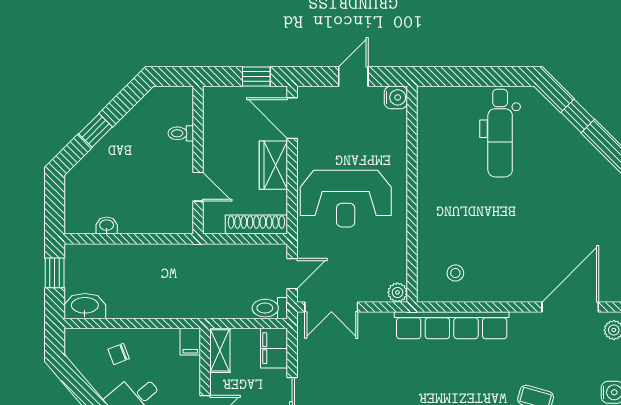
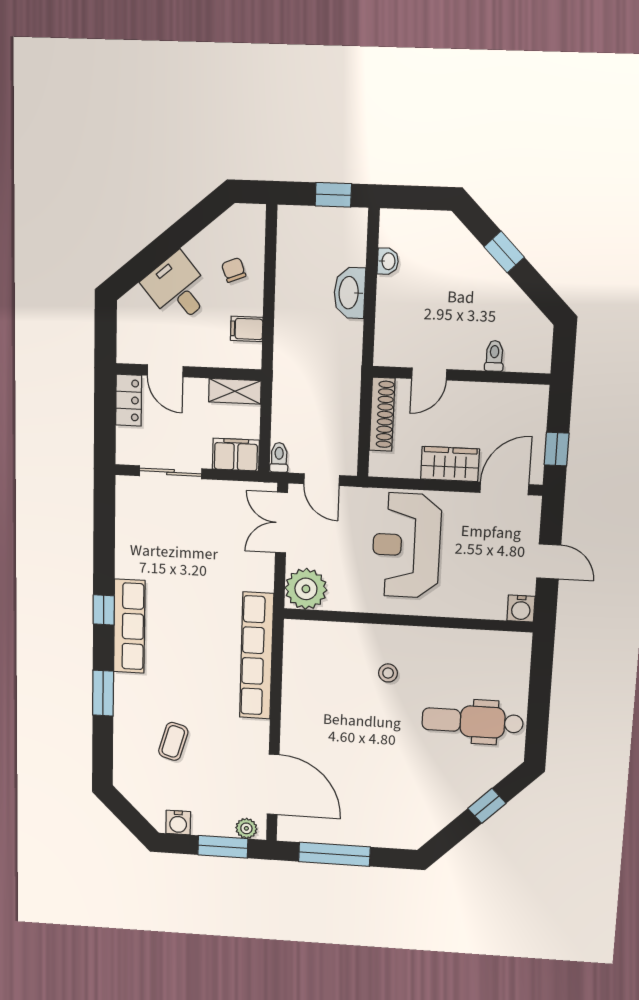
shoe rack: (256, 225) -> (382, 414), moved
stool: (455, 273) -> (388, 673), moved
plant: (397, 292) -> (306, 589), width x1.88, depth x1.88
washbasin: (85, 306) -> (350, 293), moved, turned 180
toilet: (270, 308) -> (279, 457), width x0.73, depth x0.72
filing cabinet: (190, 342) -> (247, 329), moved

